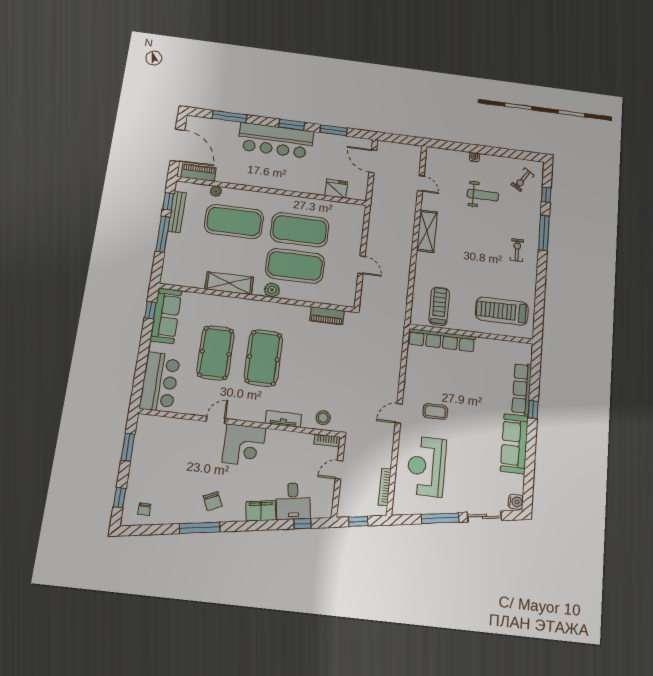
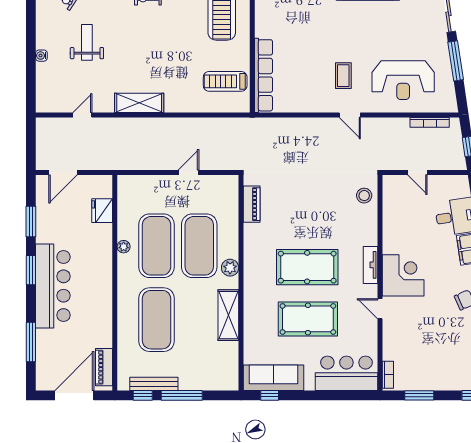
plant: (216, 191) -> (124, 247), moved
tv unit: (283, 419) -> (370, 265), moved
bookcase: (327, 440) -> (388, 375), moved

